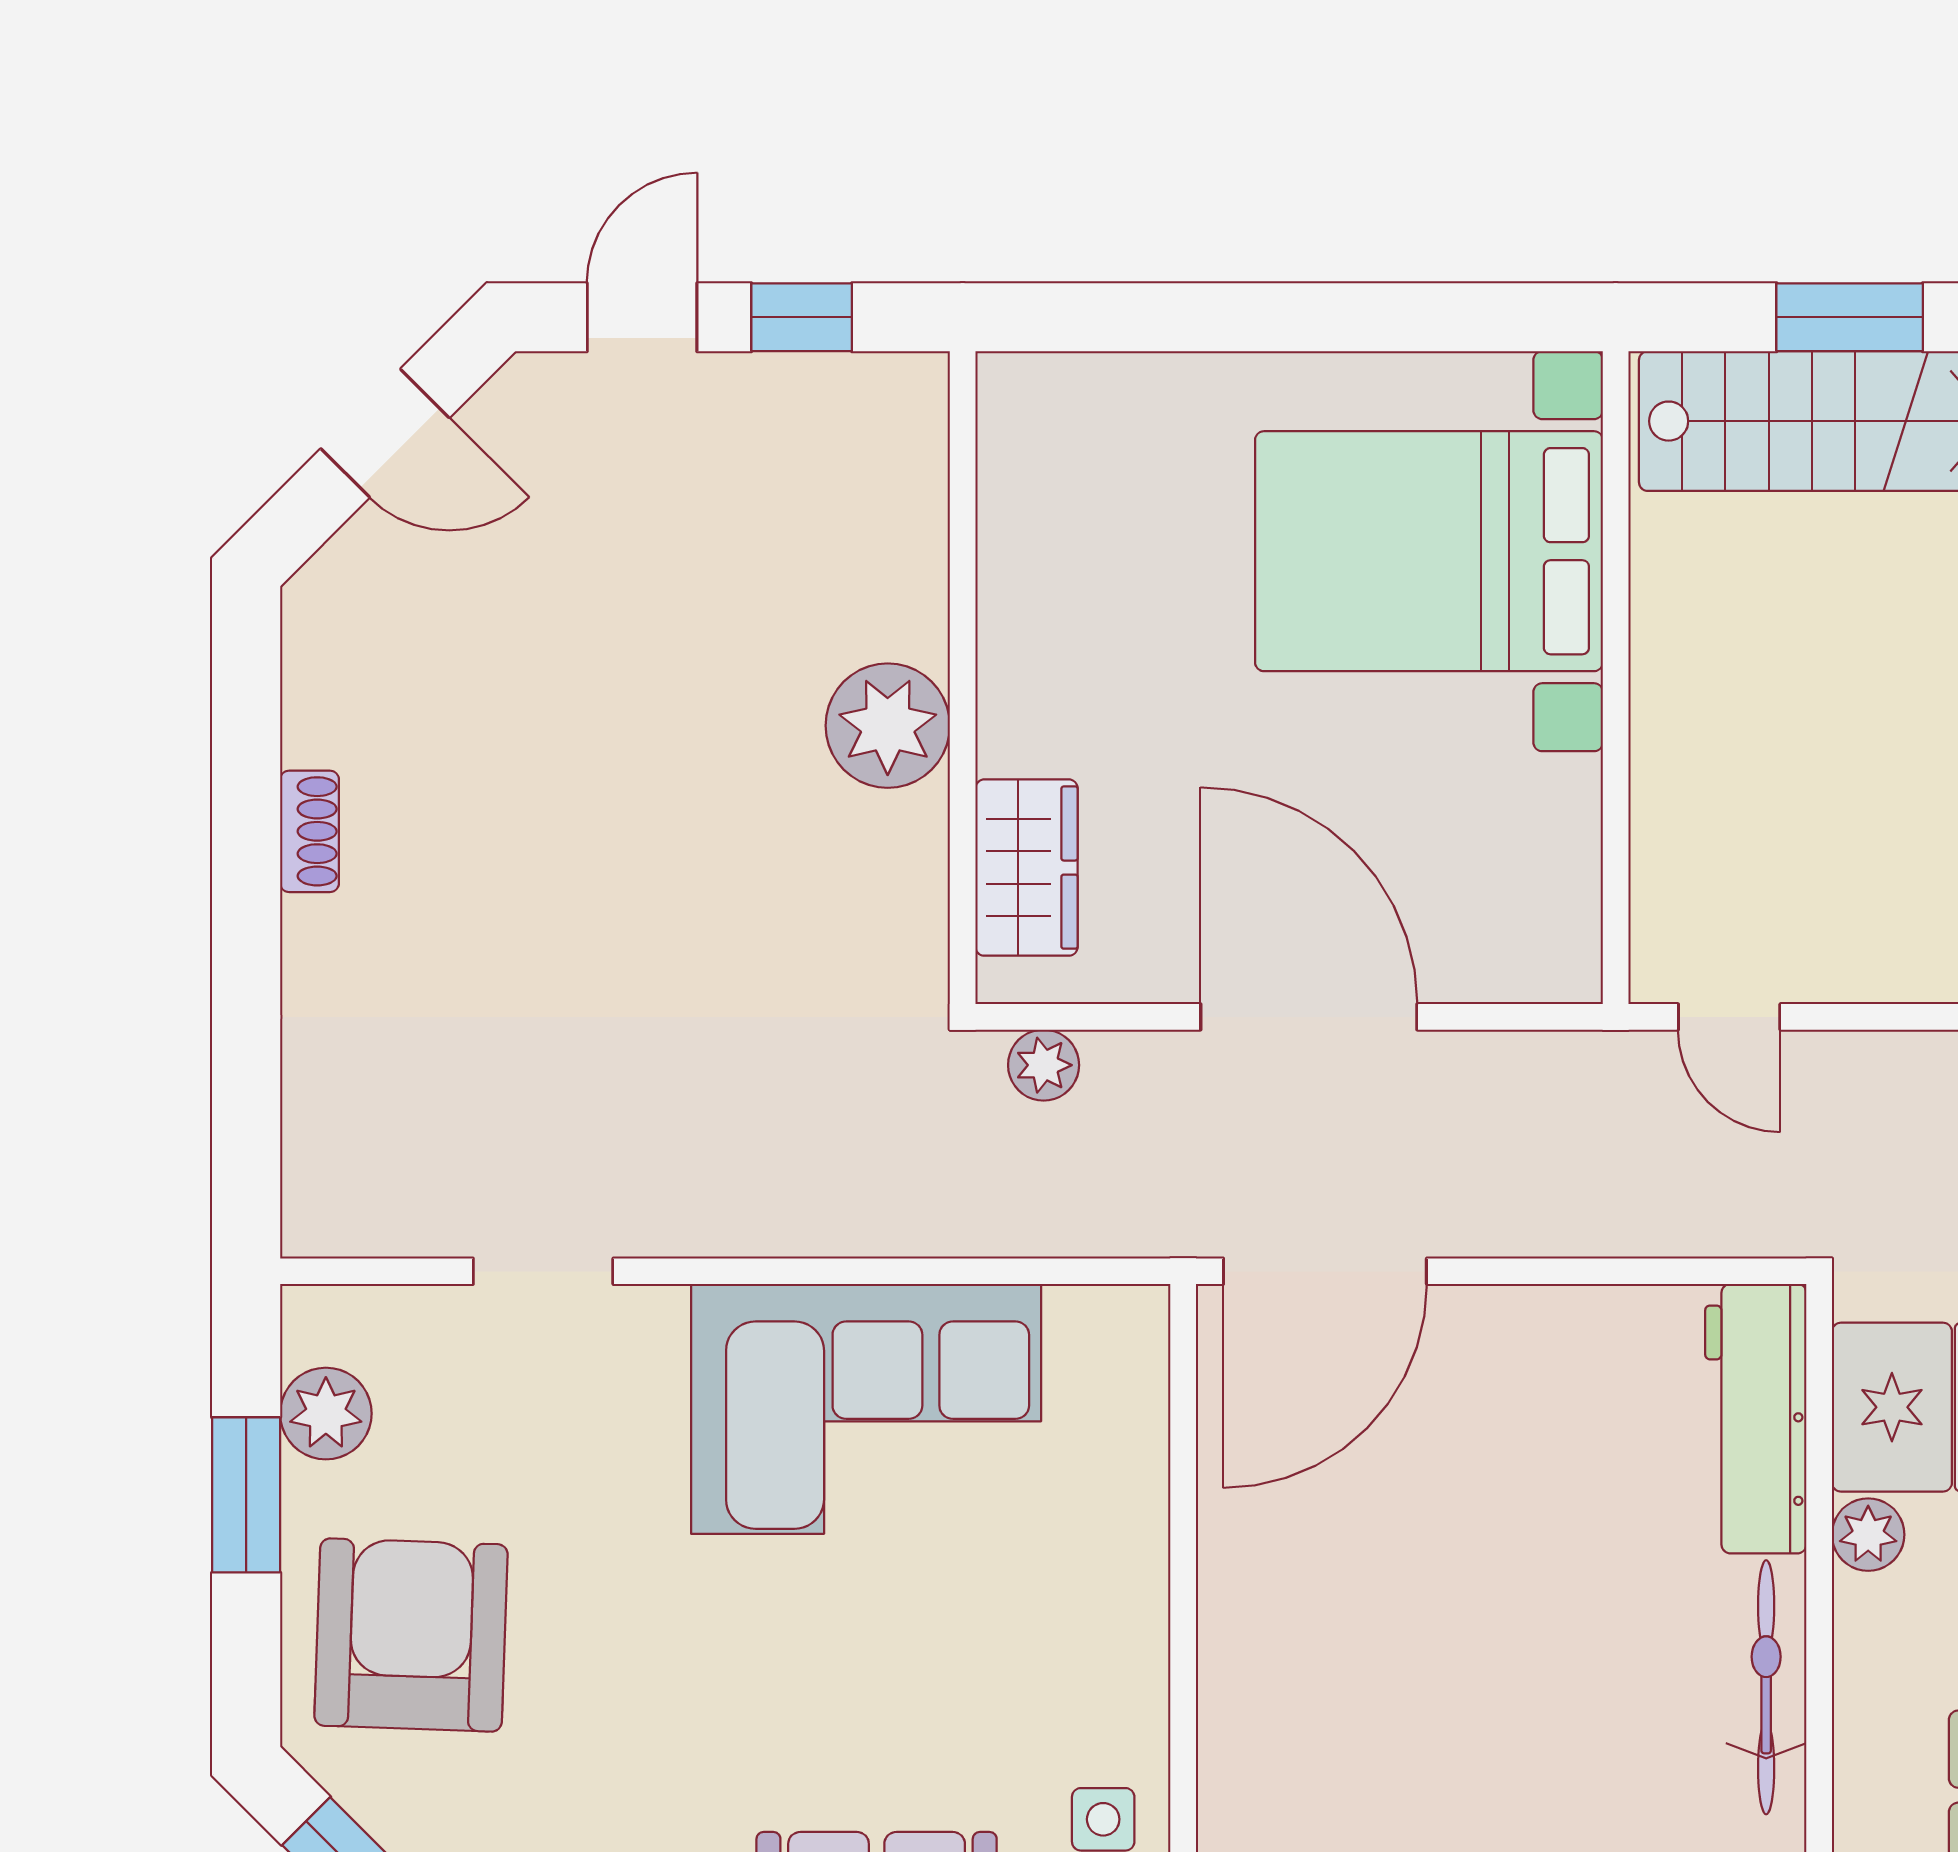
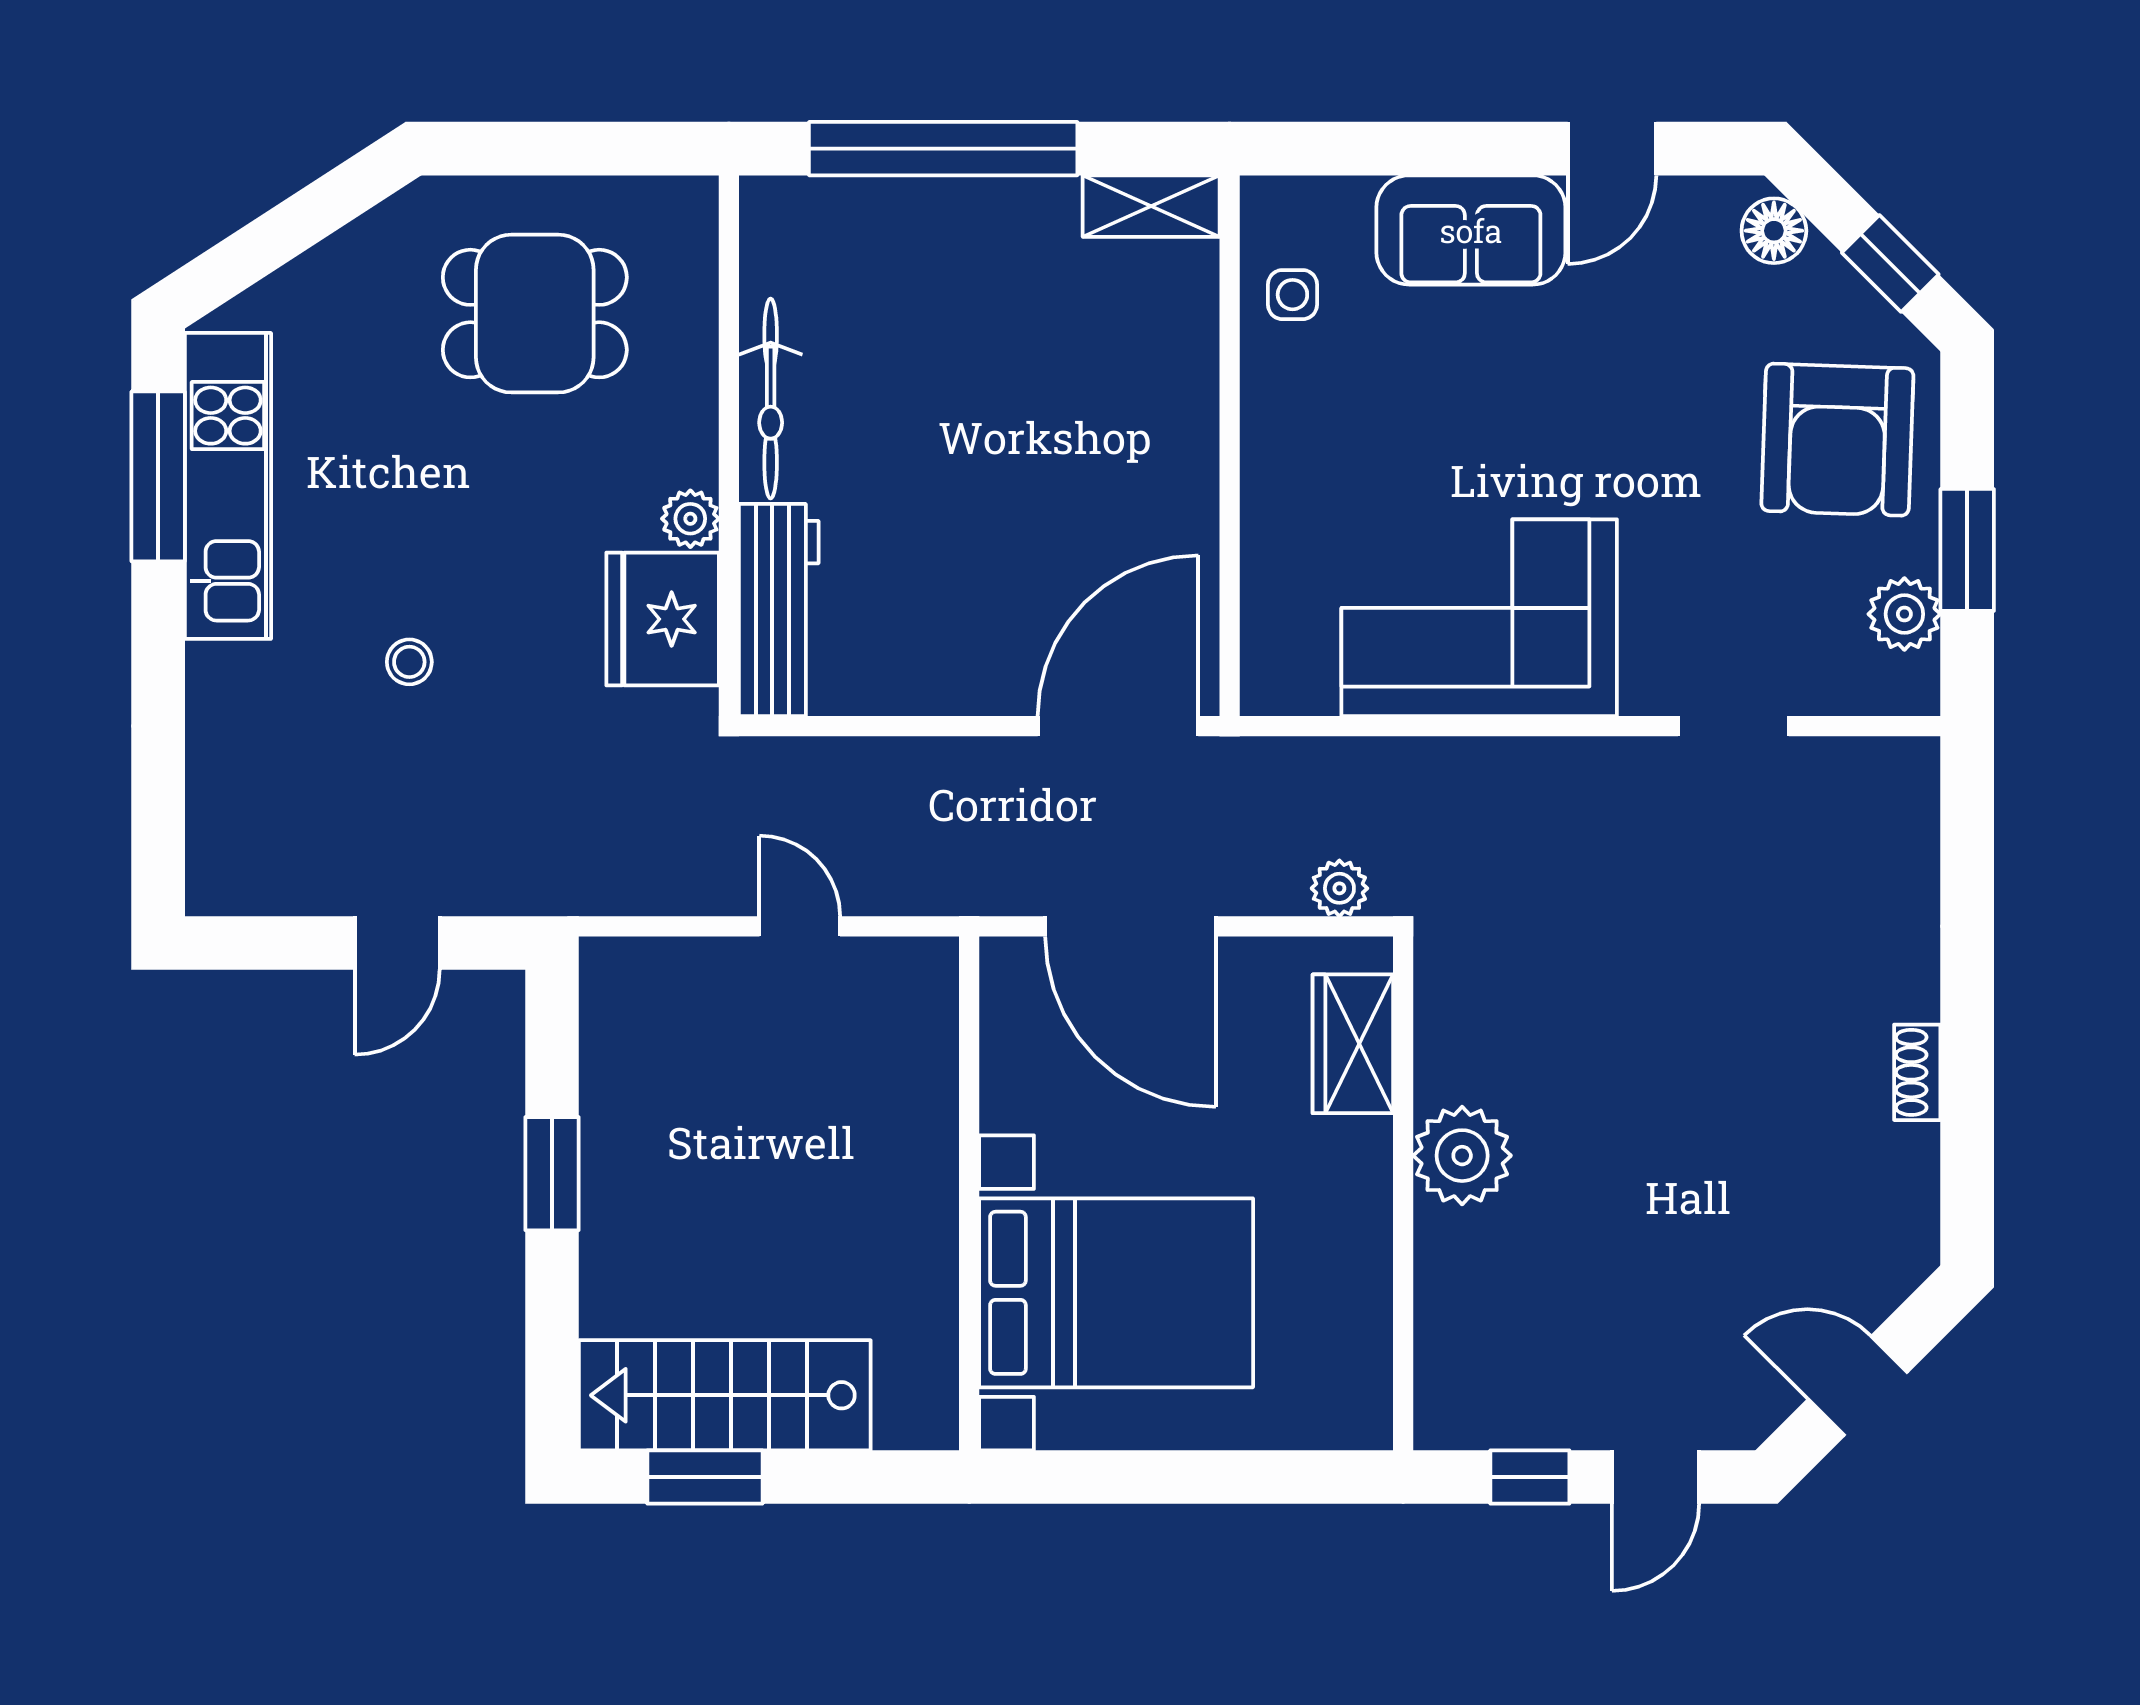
bed with nightstands: (1429, 551) -> (1116, 1293), moved
wall: (1616, 678) -> (969, 1193), moved

